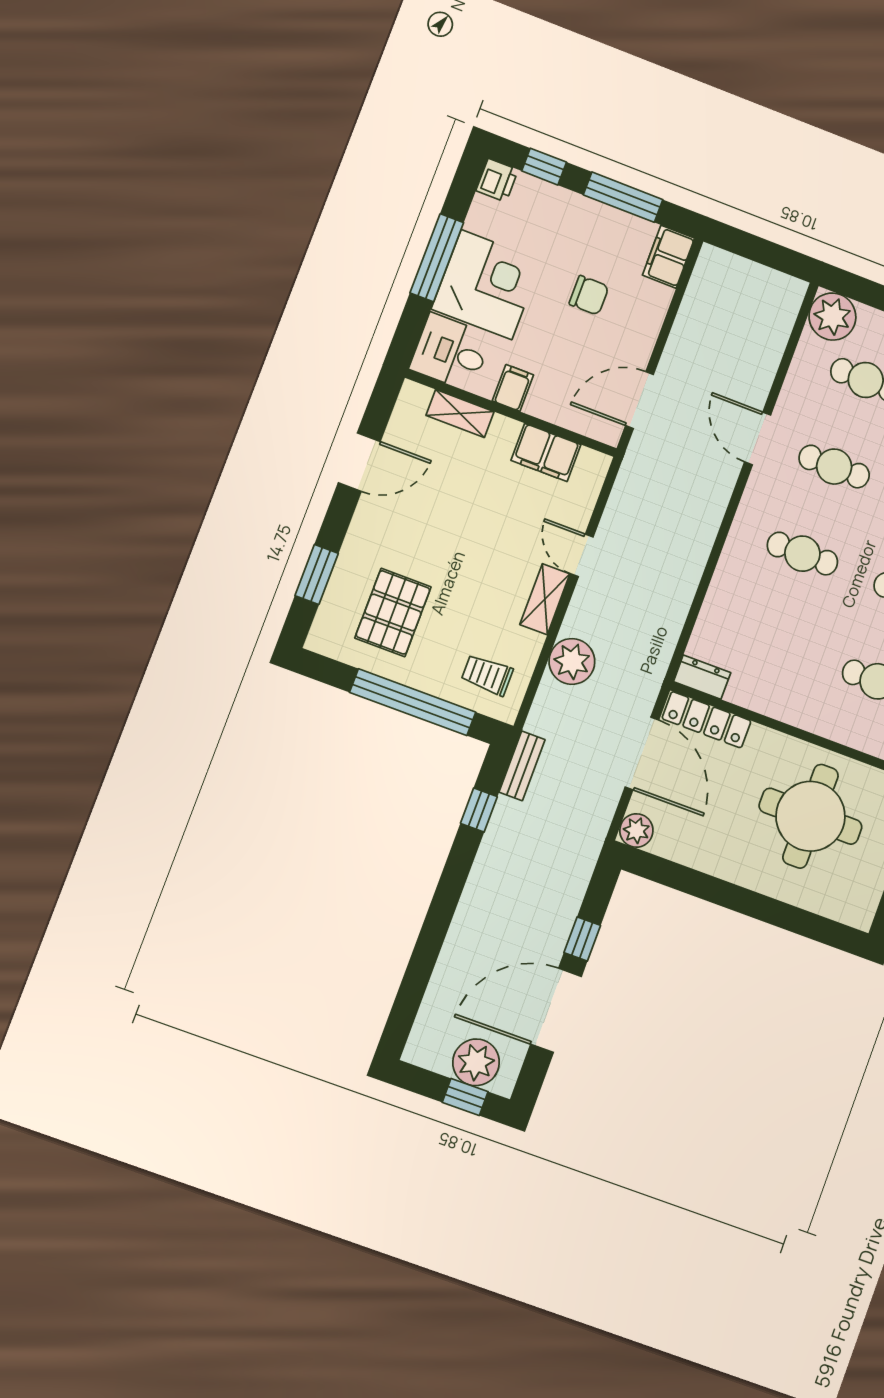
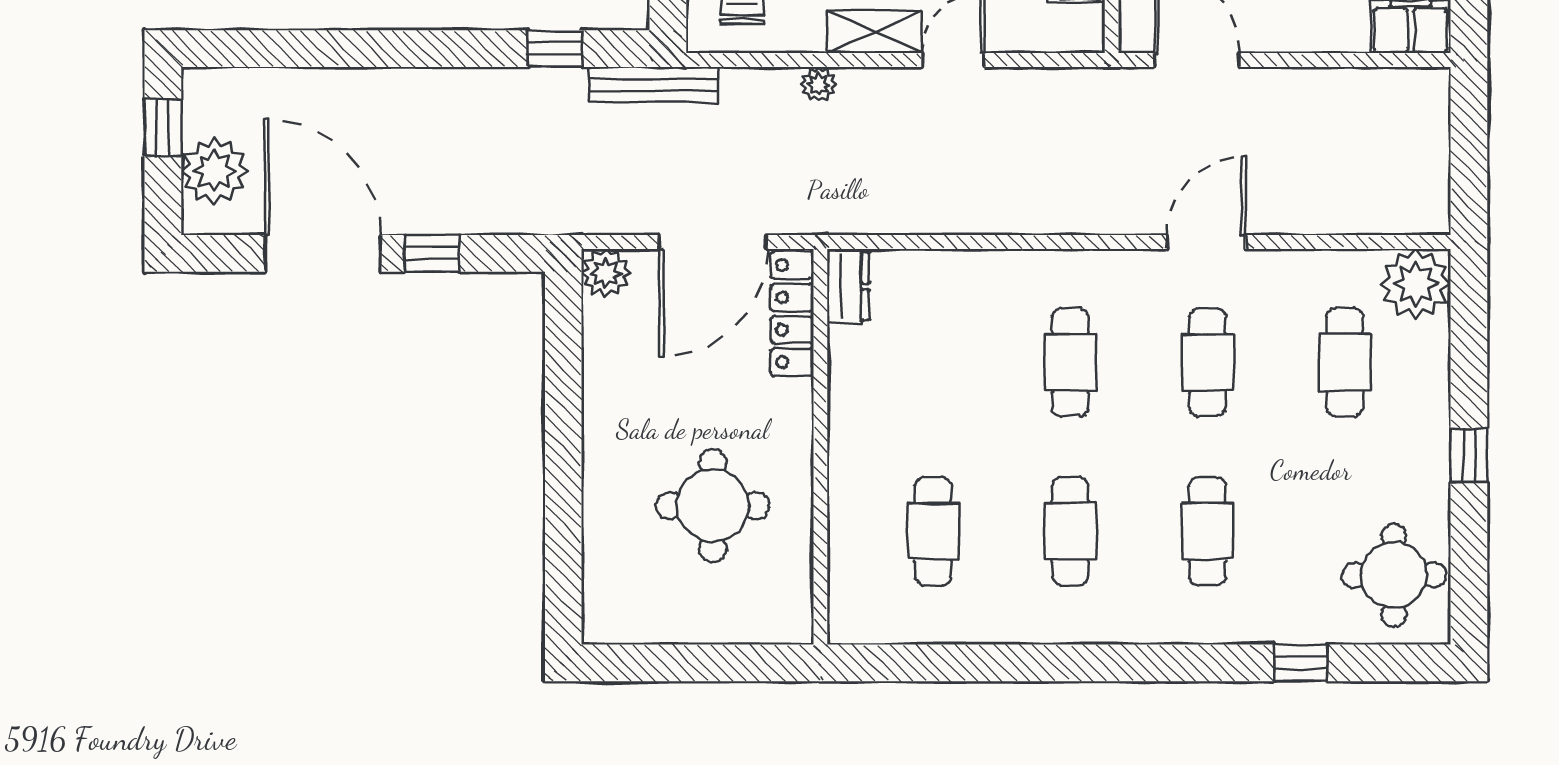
plant: (572, 661) -> (819, 84), width x0.53, depth x0.53
bench: (522, 766) -> (653, 85), width x1.36
round table: (810, 816) -> (713, 506), width x0.73, depth x0.73
window: (465, 1097) -> (163, 128), moved

